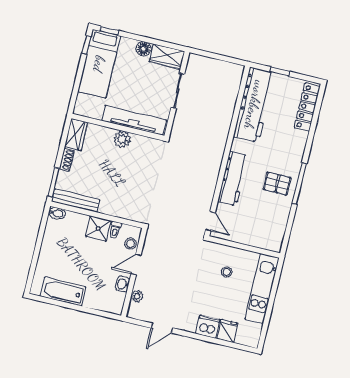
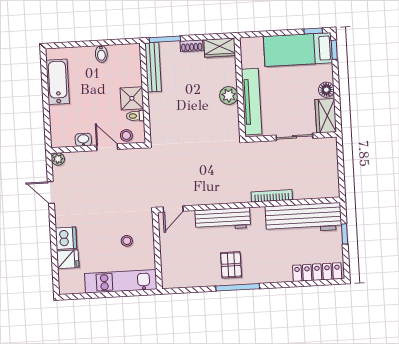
bookcase: (225, 128) -> (272, 196), added
bidet: (57, 213) -> (101, 54), moved
plant: (137, 296) -> (58, 159), moved

